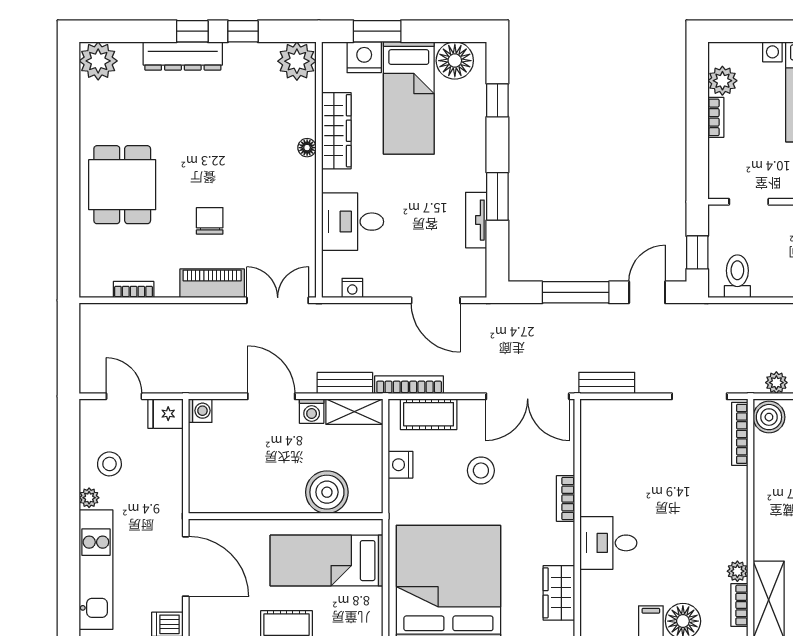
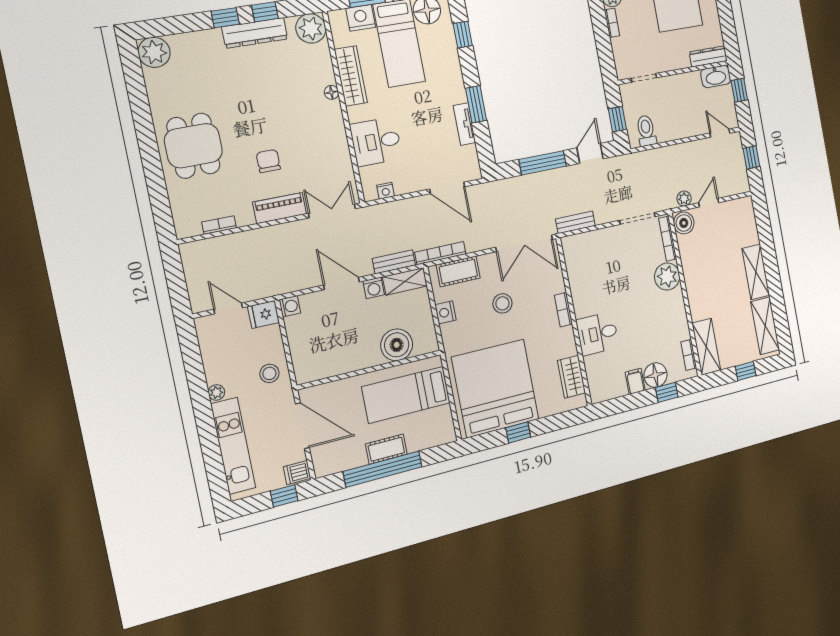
dresser: (183, 56) -> (255, 33), moved
stool: (109, 464) -> (269, 373), moved
plant: (737, 571) -> (667, 277), moved, width x1.88, depth x1.88

